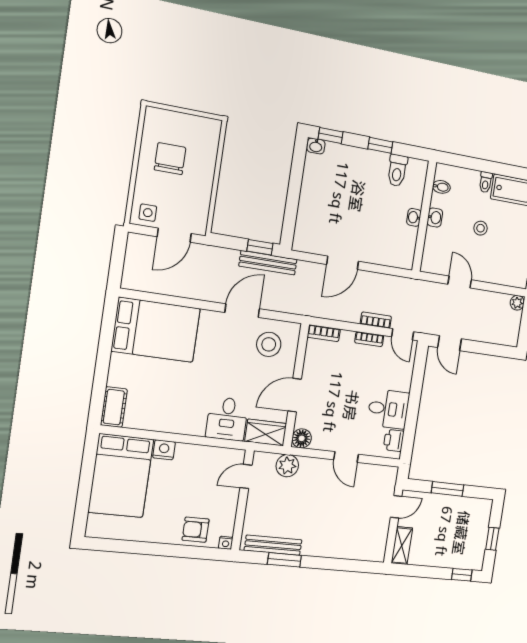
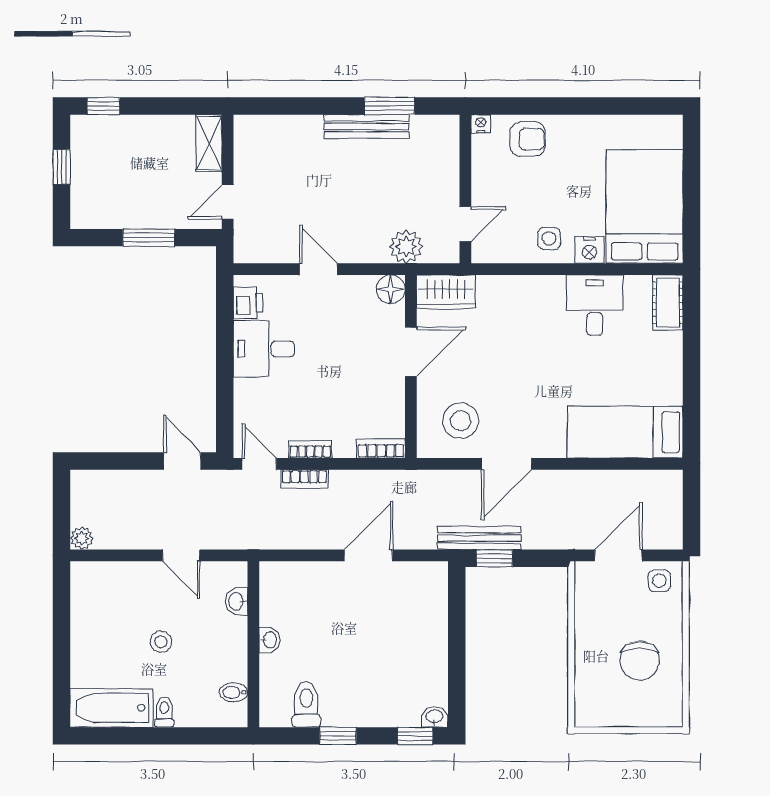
washbasin: (435, 217) -> (237, 601), moved
bed: (156, 330) -> (625, 432), width x0.67
desk: (227, 419) -> (595, 305), moved
side table: (191, 461) -> (549, 238), added
bench: (273, 545) -> (367, 126), moved

